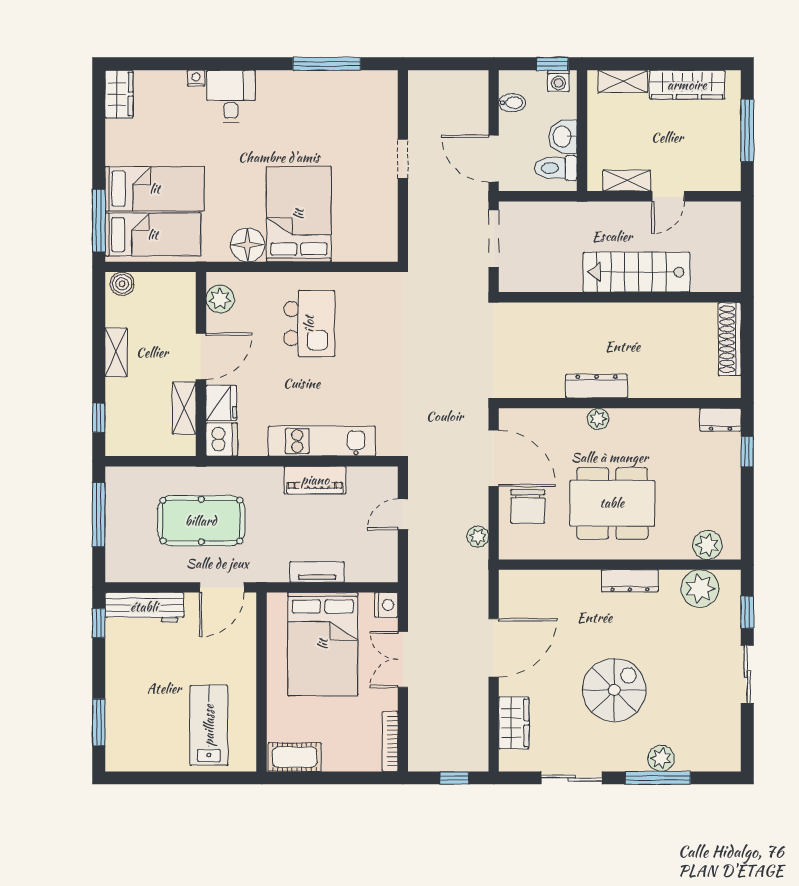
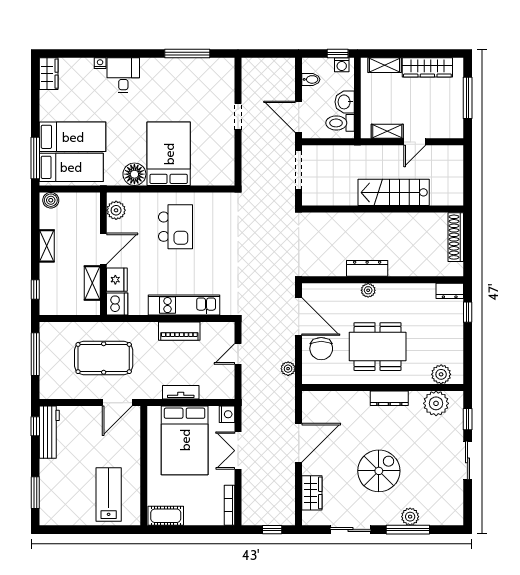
workbench: (144, 607) -> (49, 432), moved, turned -90

